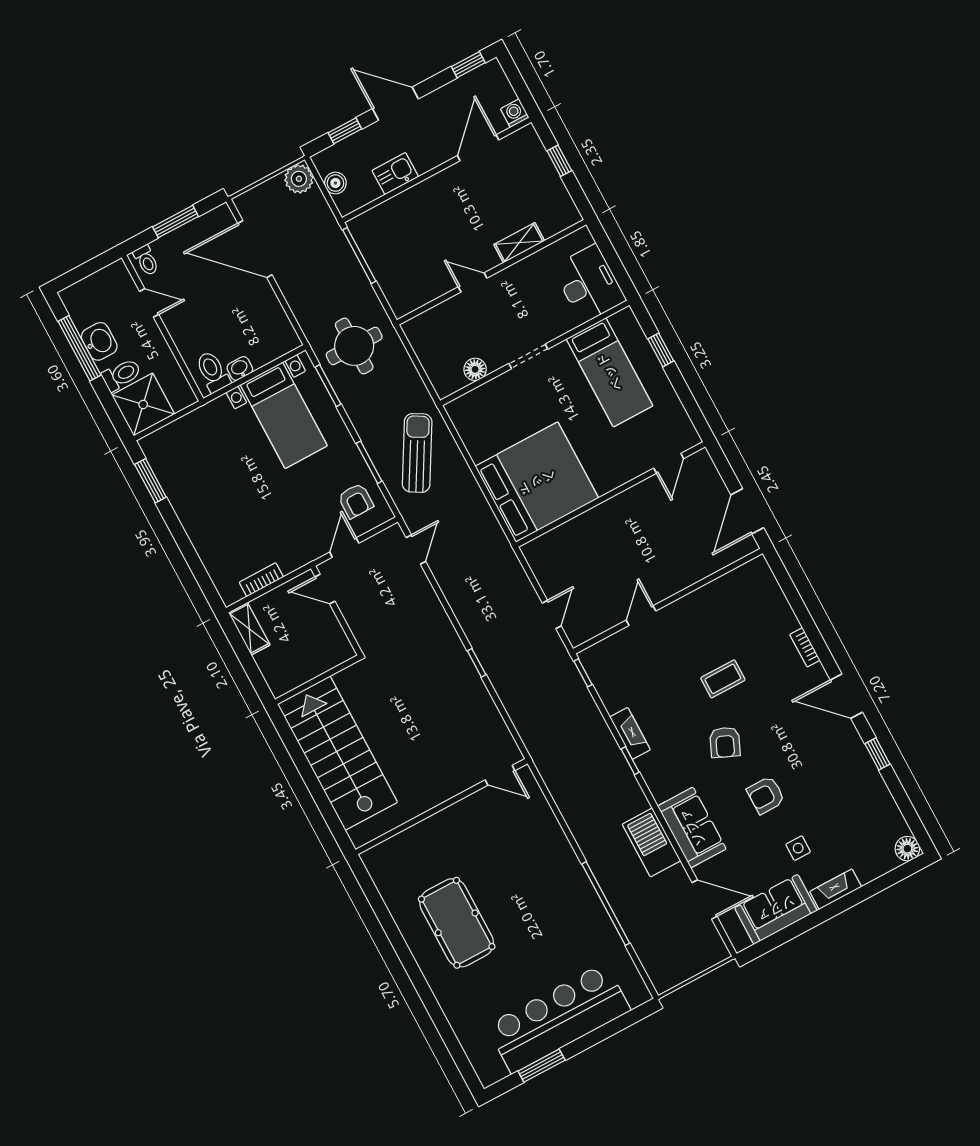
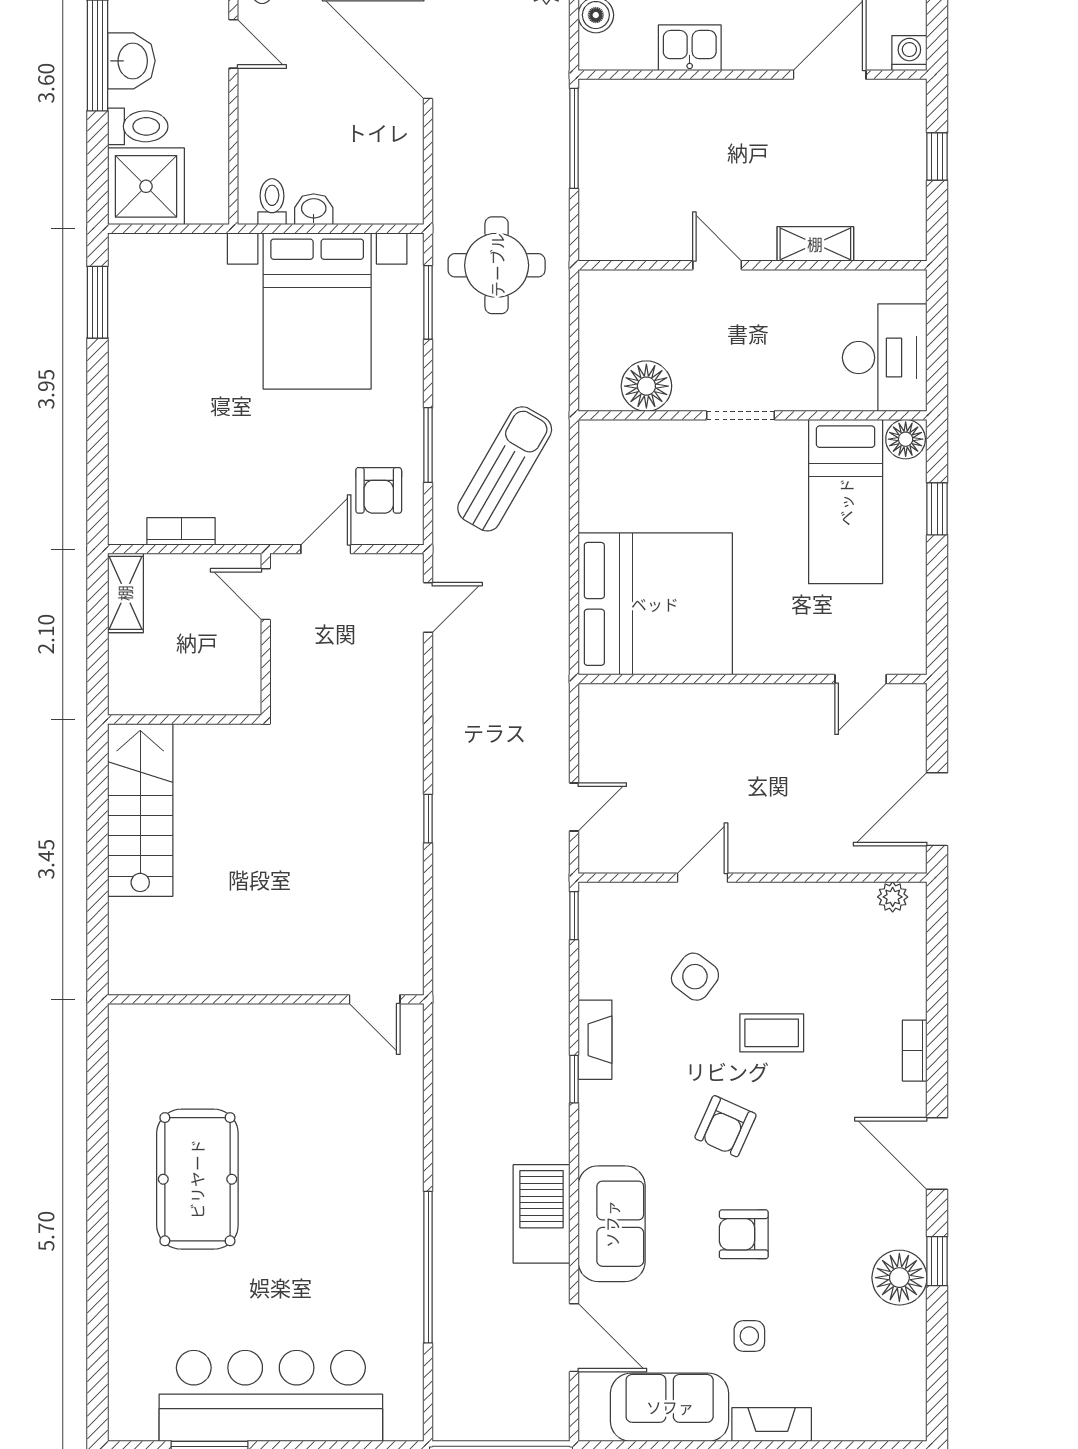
floor lamp: (624, 322) -> (906, 439), added
floor lamp: (475, 369) -> (646, 386), width x1.38, depth x1.38
toilet: (213, 372) -> (272, 202), width x0.73, depth x0.72
bed with nightstands: (284, 415) -> (317, 311), width x1.36
plant: (749, 571) -> (893, 897), added
side table: (665, 671) -> (695, 977), added
stairs: (337, 753) -> (140, 810), width x0.73, depth x0.66
floor lamp: (907, 849) -> (899, 1278), moved, width x1.38, depth x1.38

